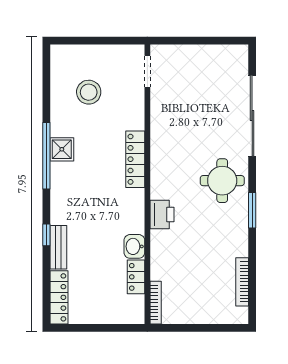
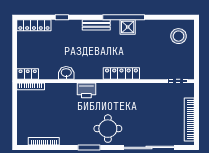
bookcase: (208, 52) -> (189, 120), added
stool: (89, 92) -> (179, 36), moved
window: (46, 235) -> (62, 17), moved
bench: (58, 247) -> (96, 25), moved
locker: (136, 277) -> (28, 74), moved

